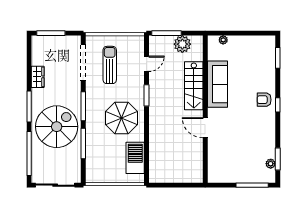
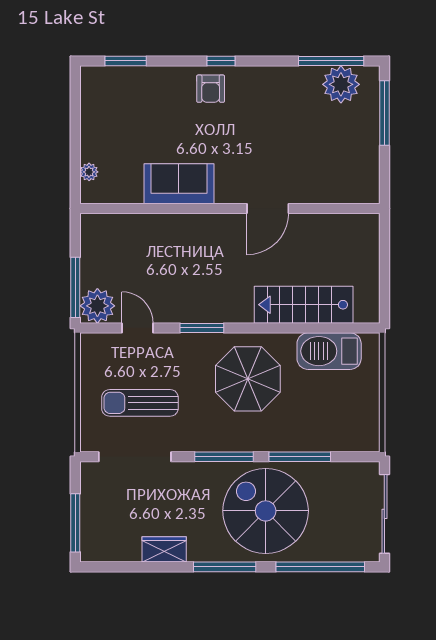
plant: (182, 44) -> (97, 306), moved
sofa: (217, 84) -> (179, 184), width x0.73
stairs: (194, 86) -> (304, 305), moved, turned 180
window: (278, 159) -> (331, 61), width x1.44
plant: (271, 164) -> (341, 84), width x1.88, depth x1.88

